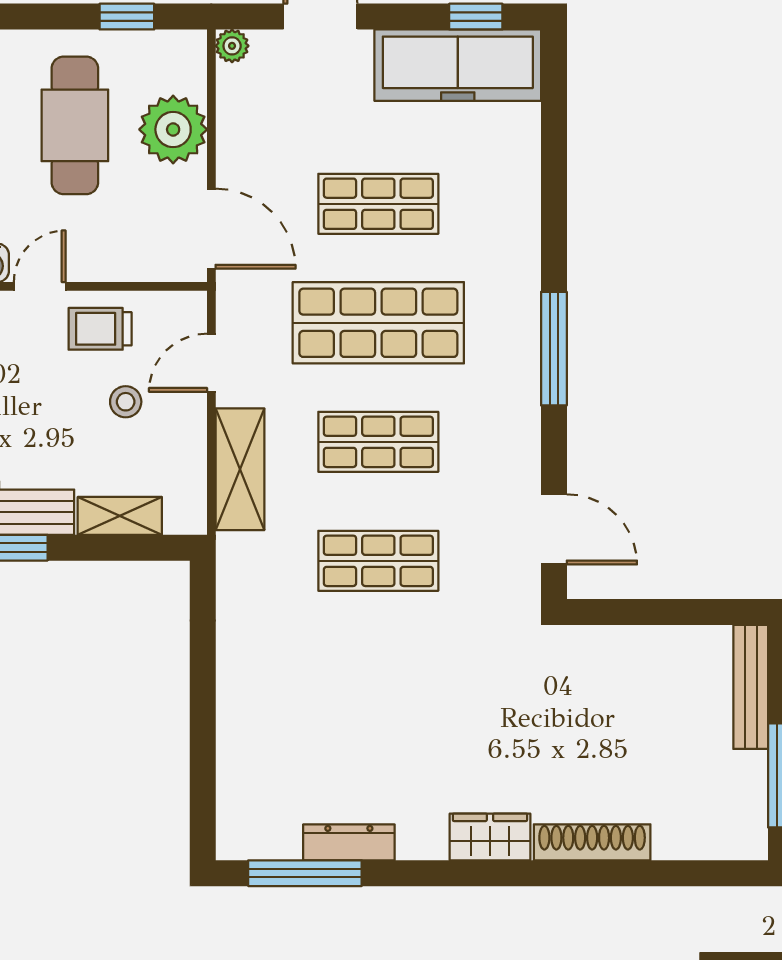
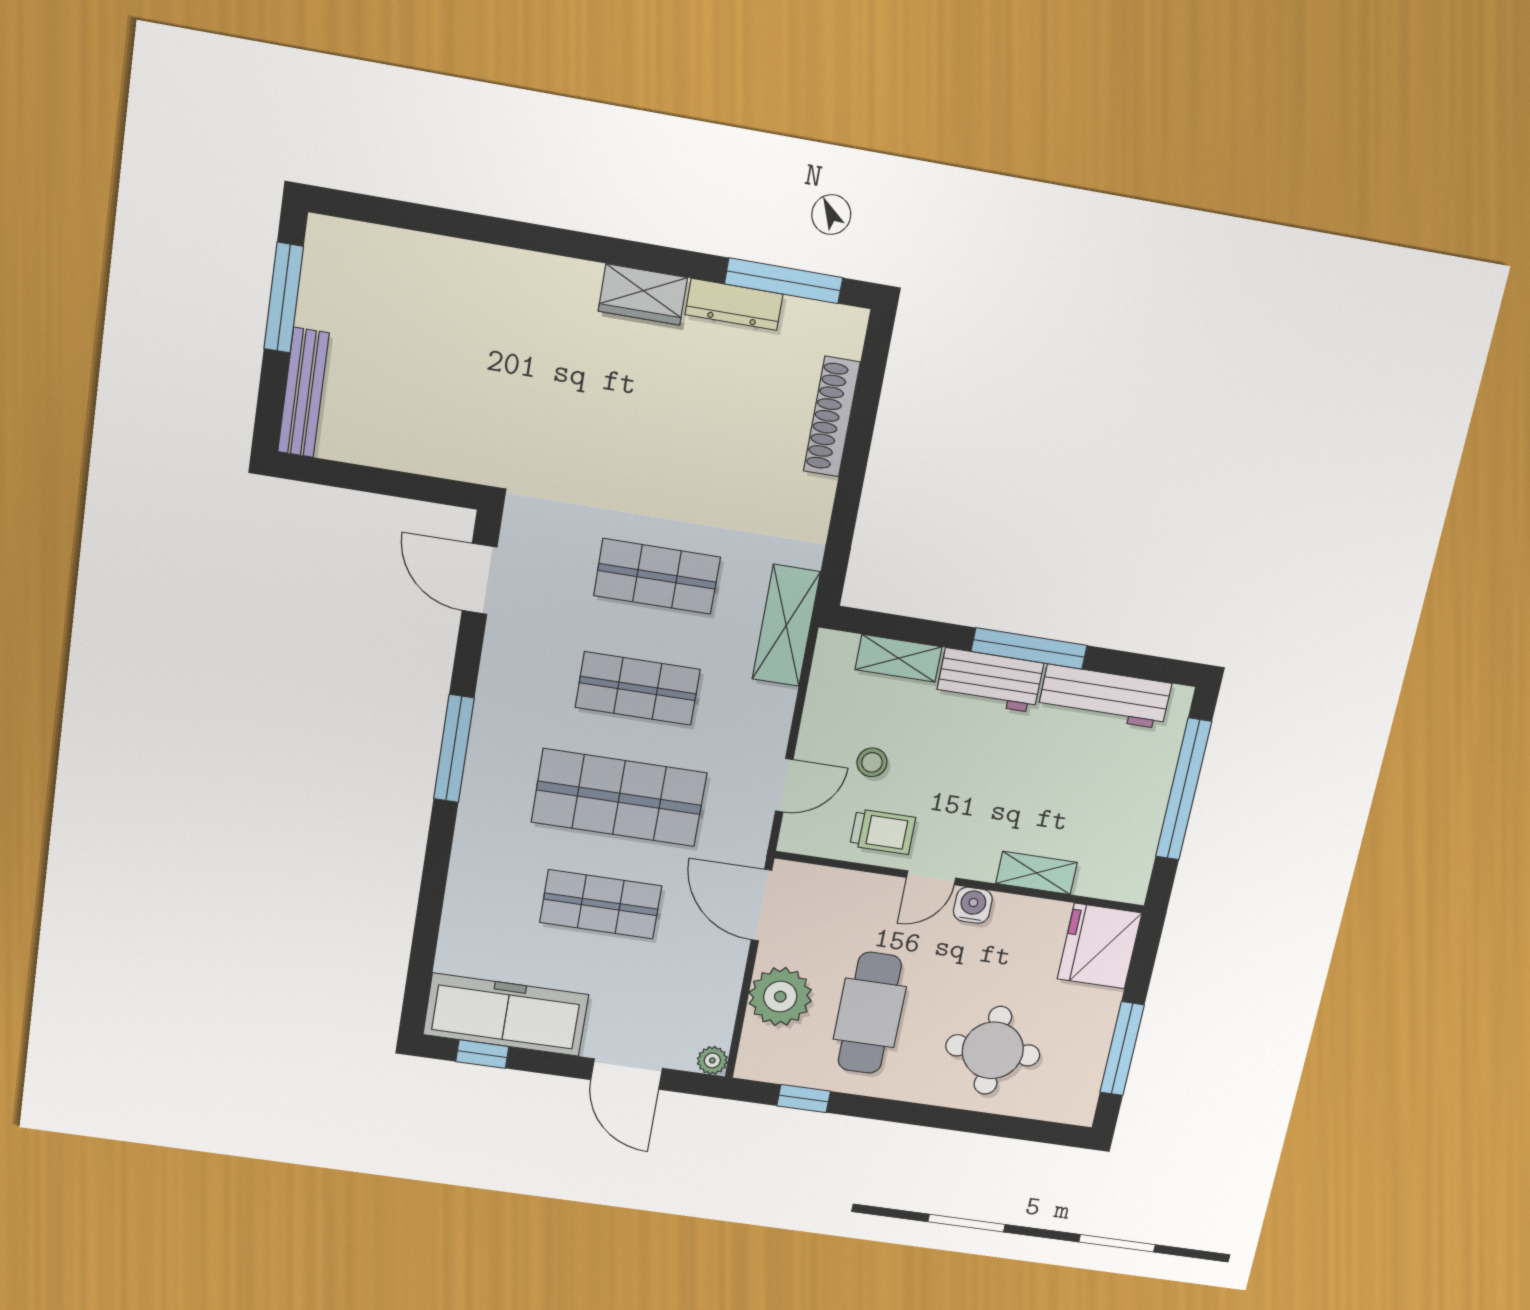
shelving: (240, 469) -> (786, 625), moved
wardrobe: (490, 837) -> (643, 294), moved
shoe rack: (592, 842) -> (832, 417), moved, turned 90

